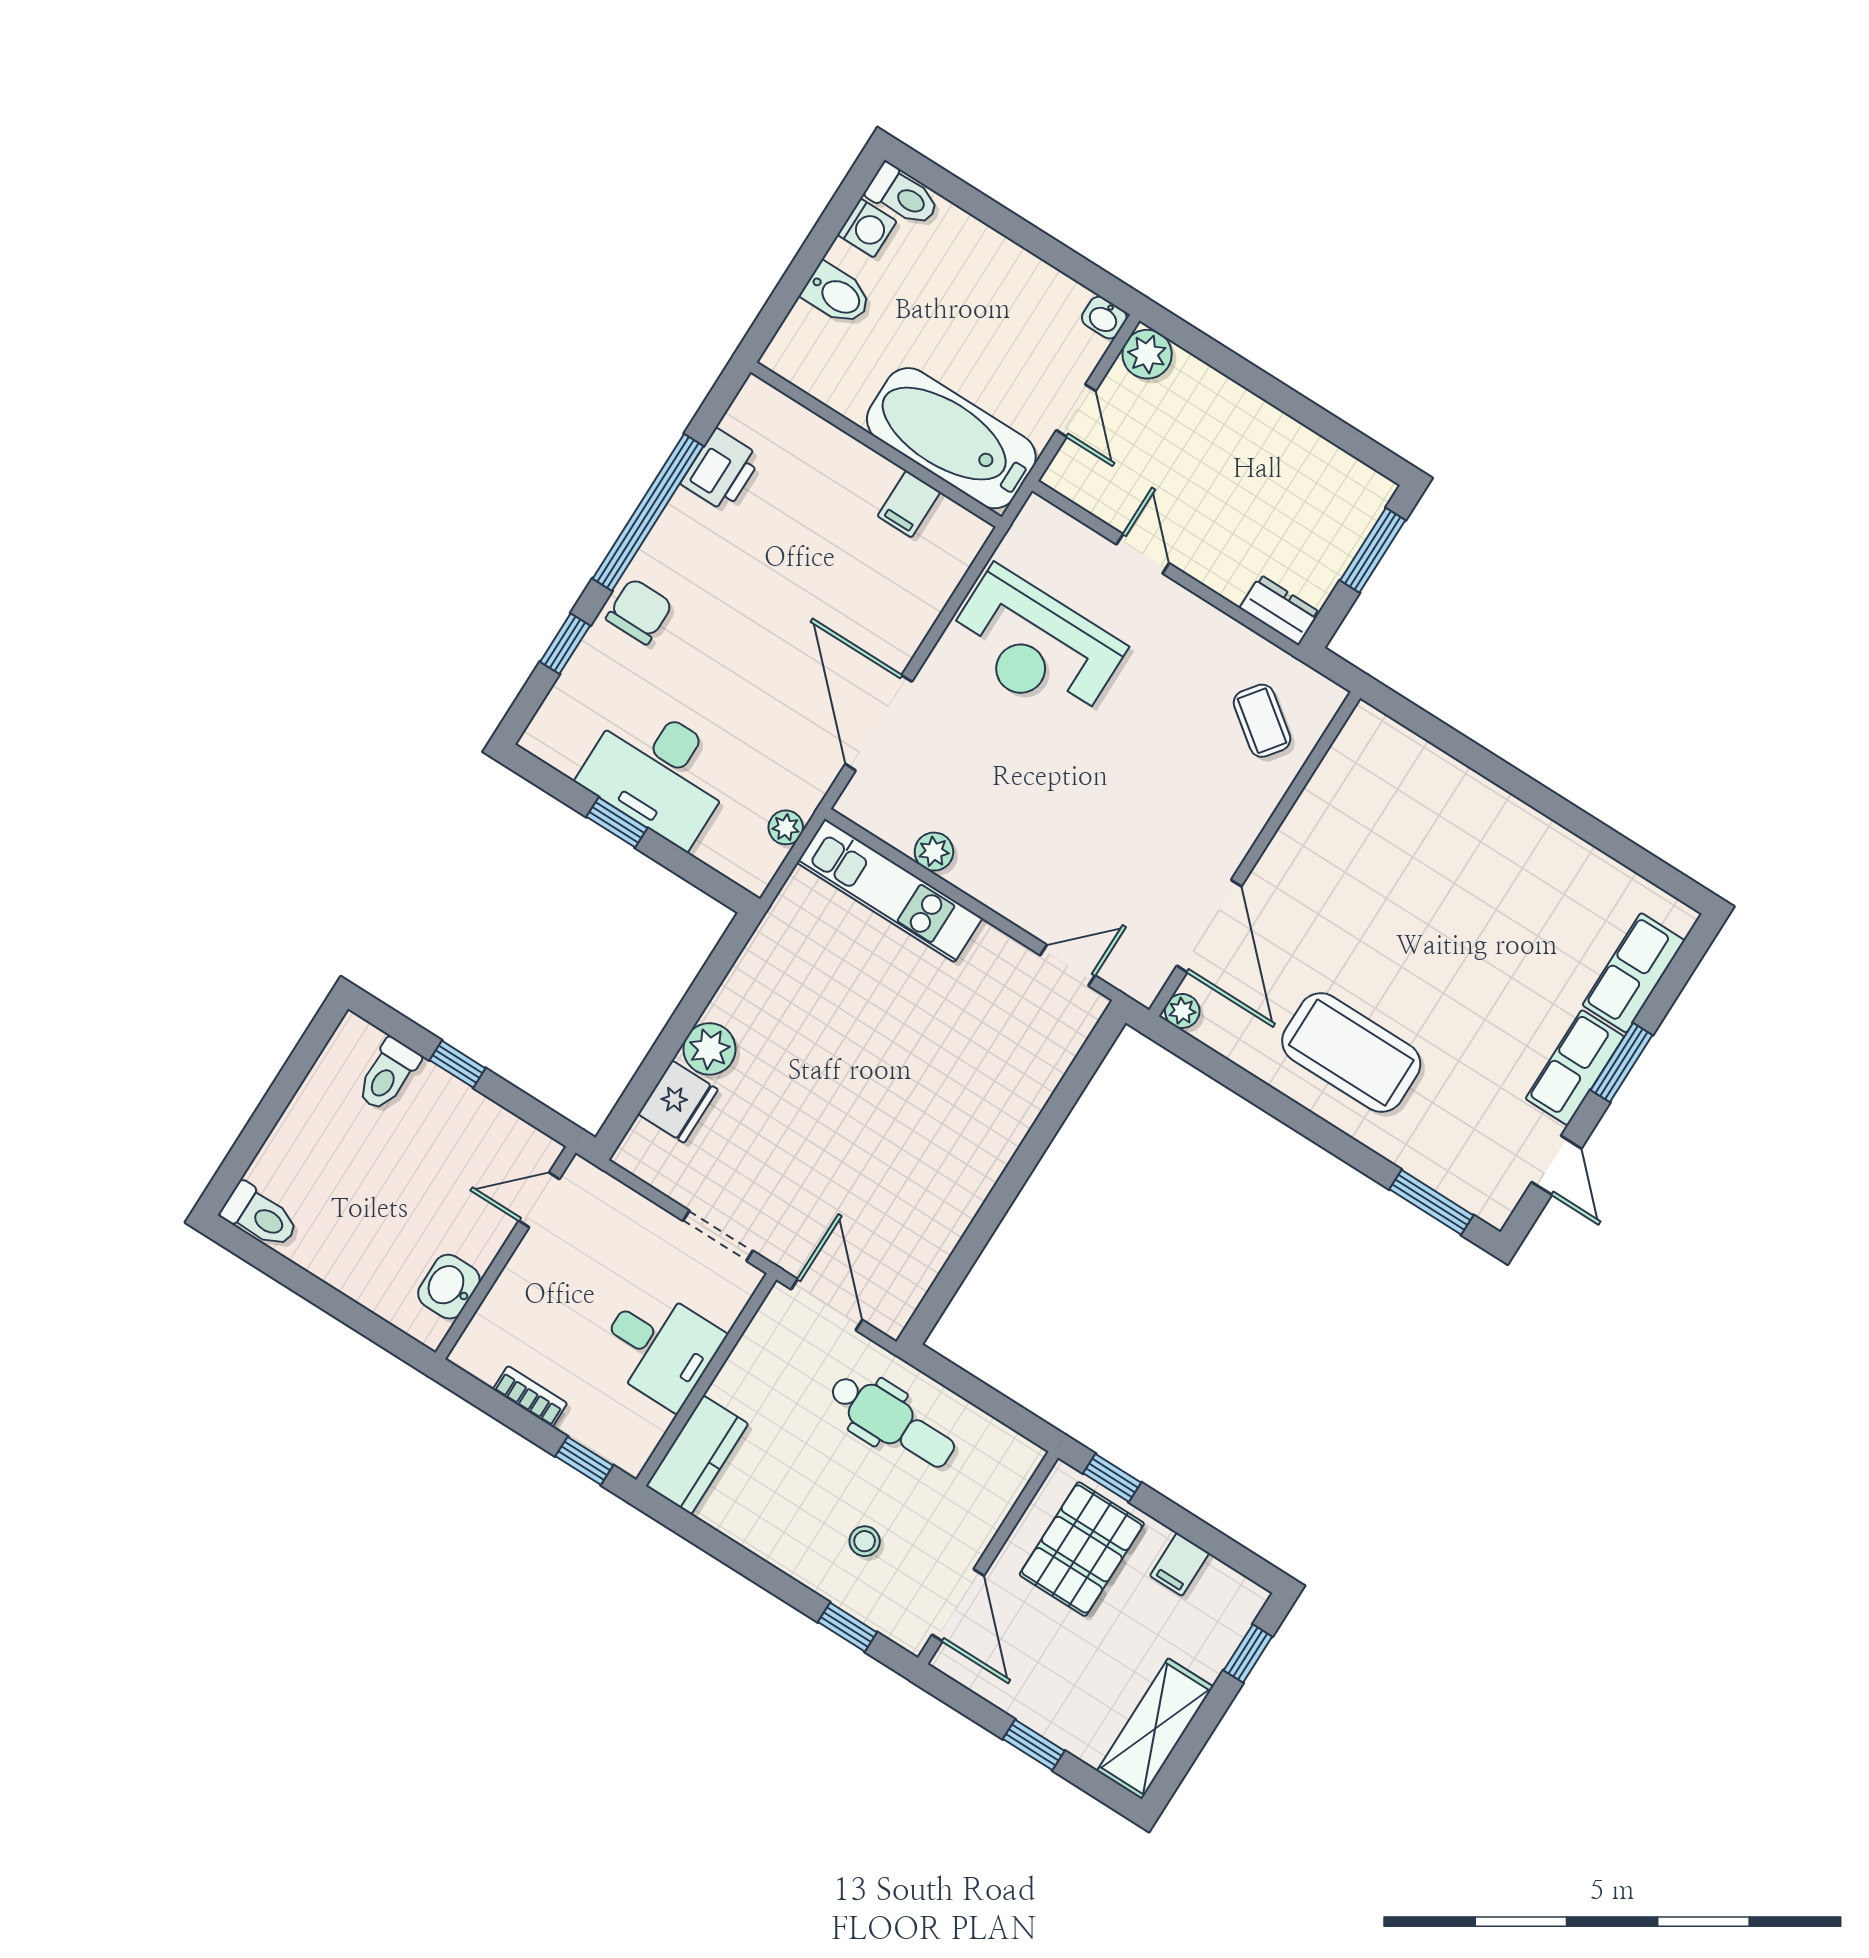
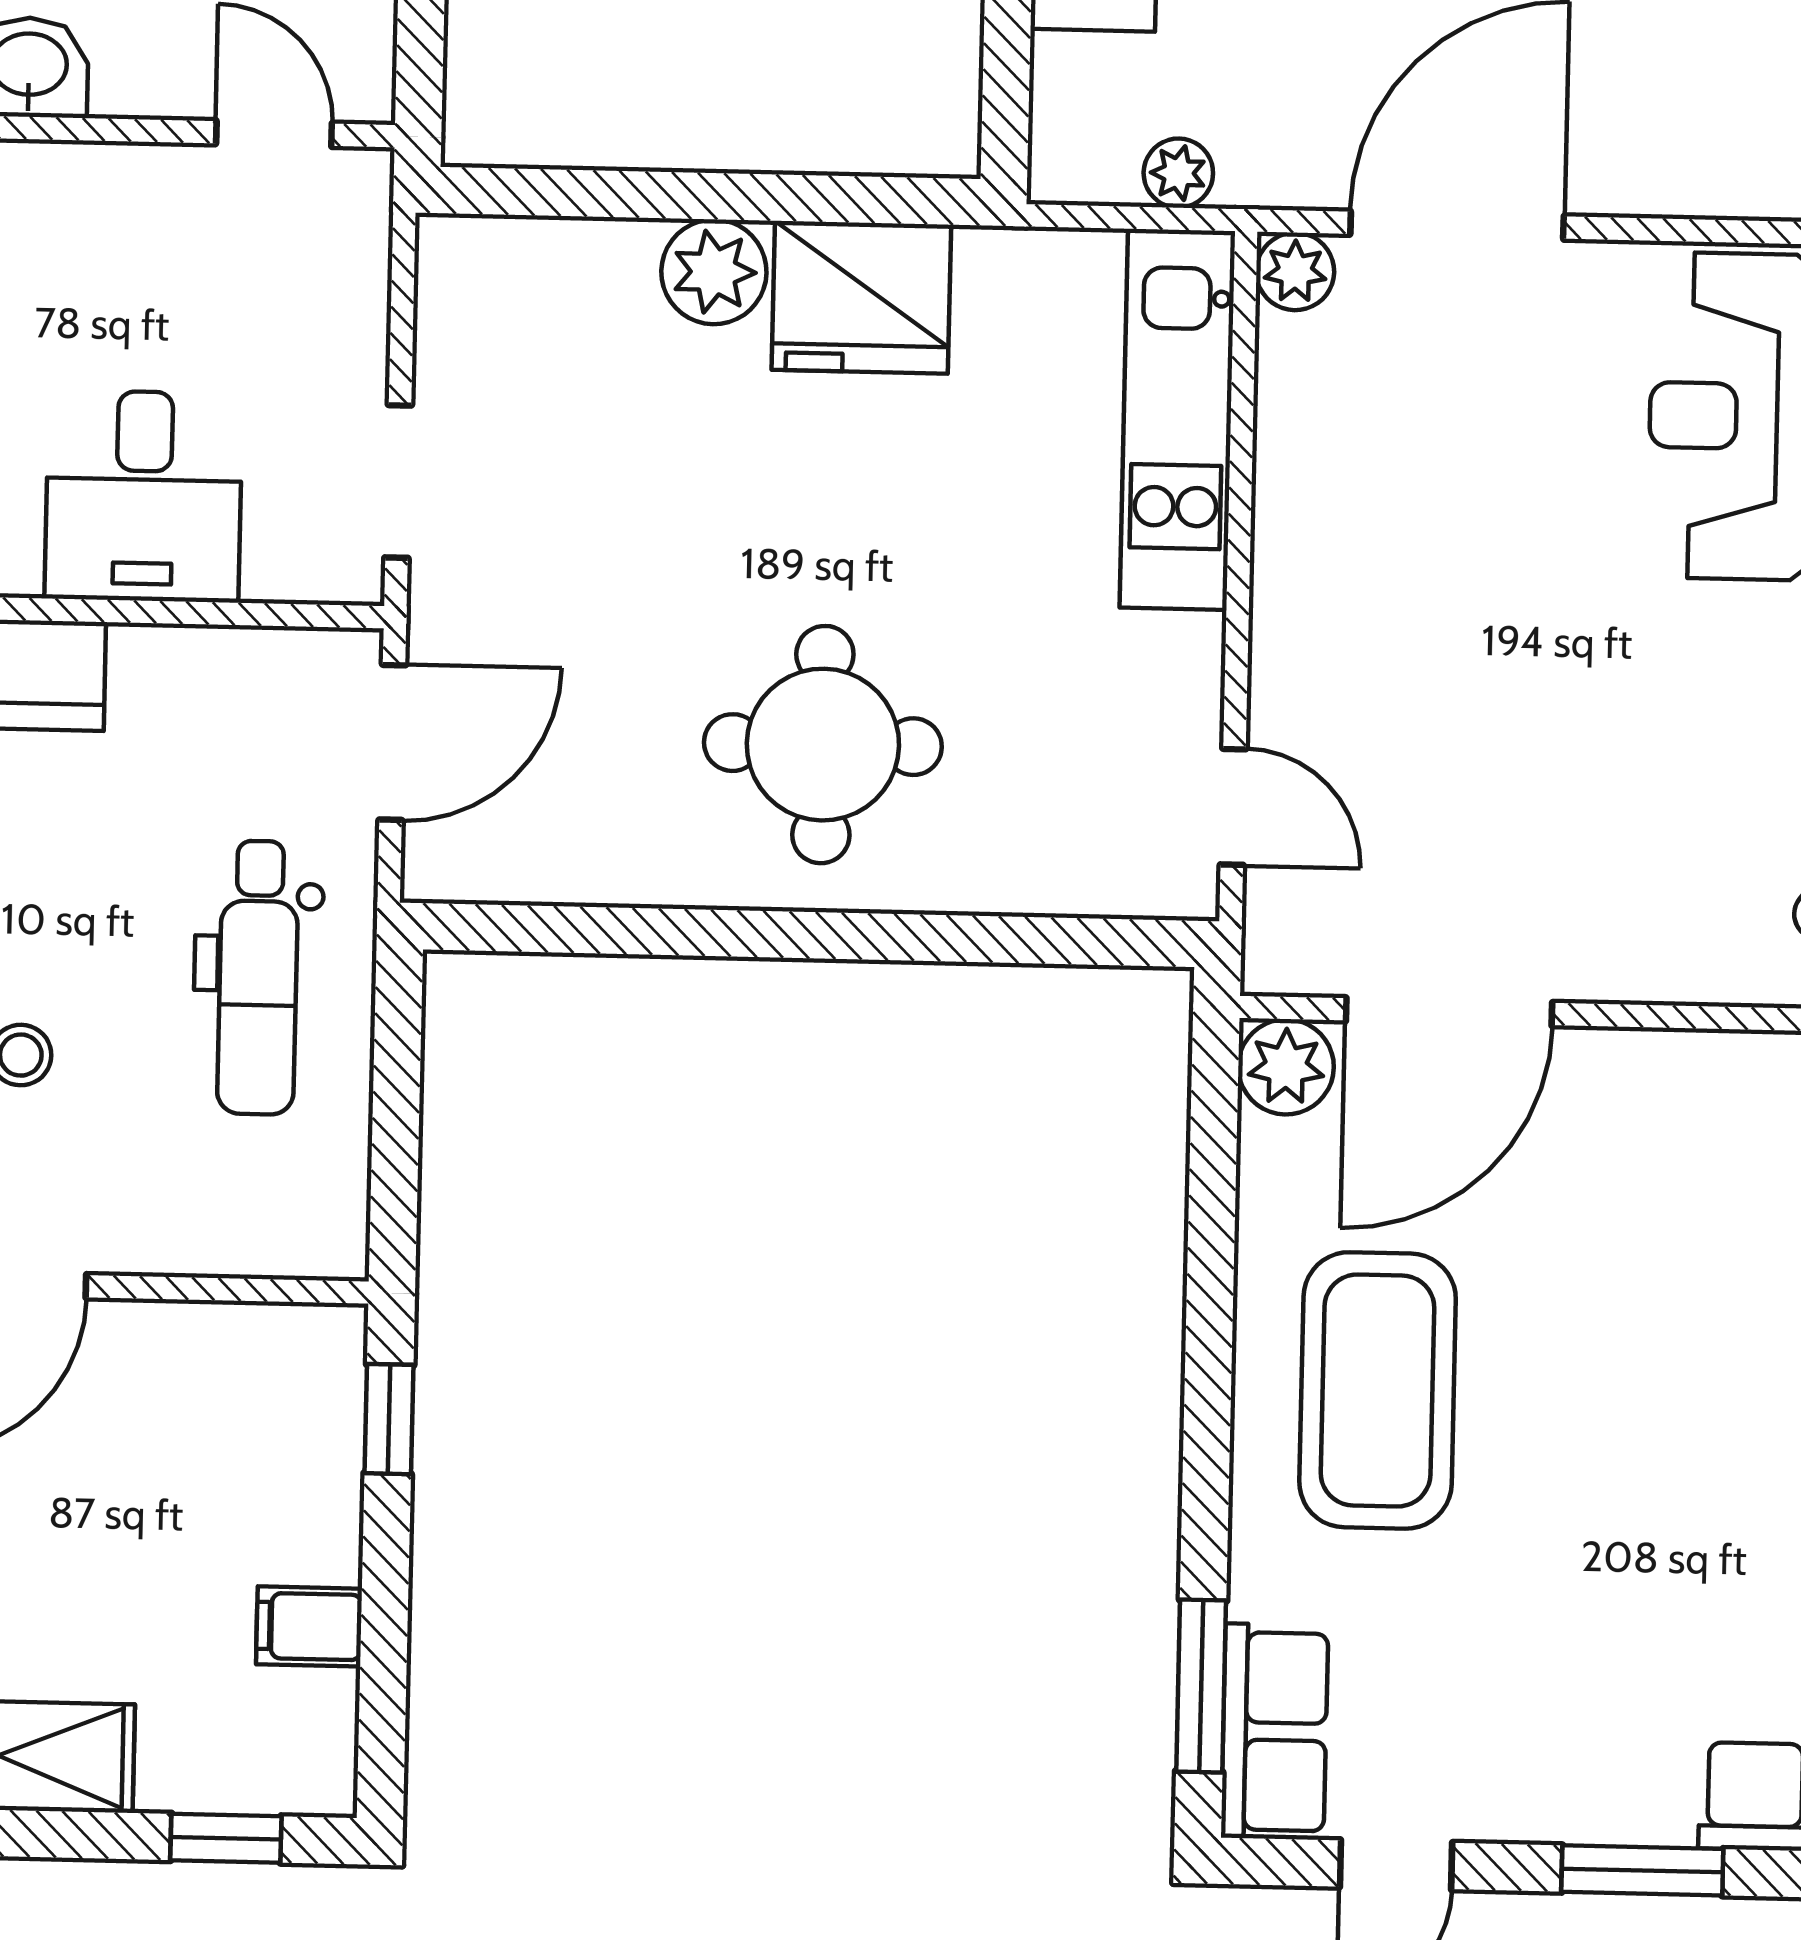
plant: (934, 852) -> (1295, 271), moved
plant: (1182, 1011) -> (1286, 1067), width x1.38, depth x1.38
row of seats: (1575, 1068) -> (1275, 1731), moved, turned 90
fridge: (678, 1102) -> (861, 297), moved, width x1.36, depth x1.34
round table: (937, 1123) -> (823, 745), added
pallet: (1082, 1549) -> (234, 1441), removed

